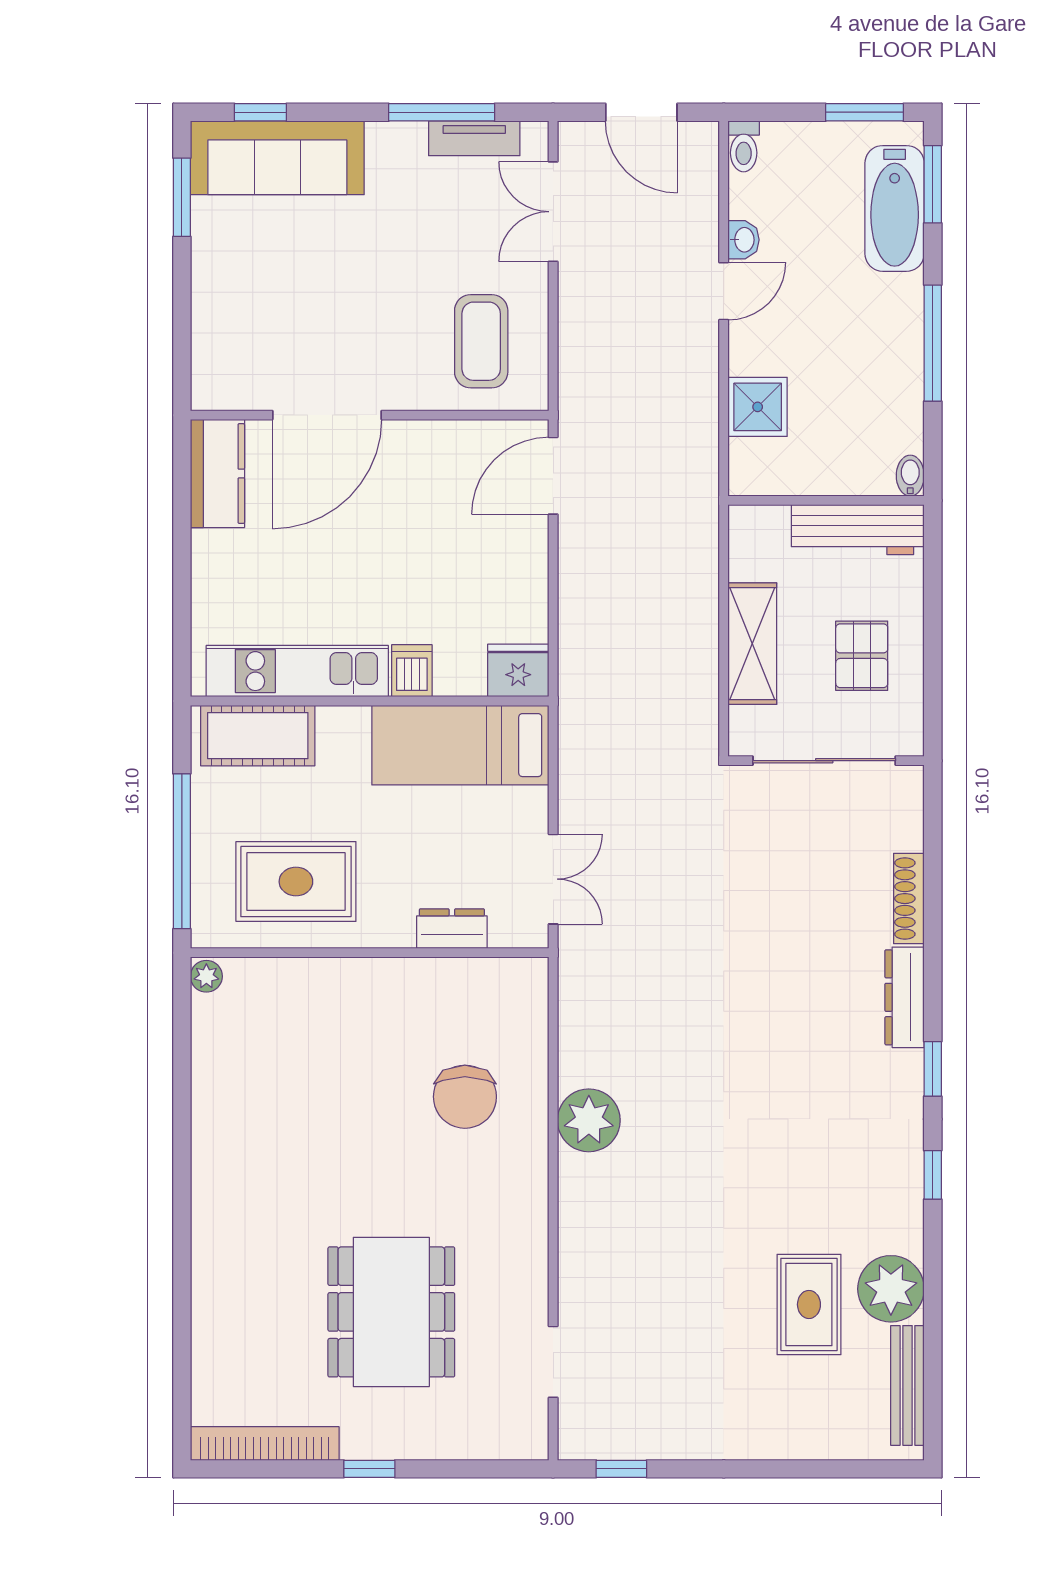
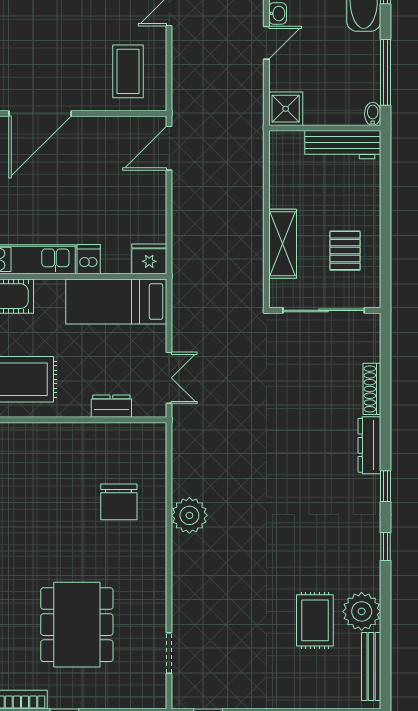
bidet: (910, 476) -> (373, 114), moved
wall: (826, 500) -> (325, 128), moved
workbench: (858, 530) -> (343, 145), moved

